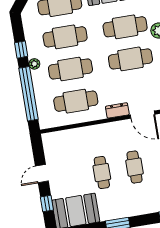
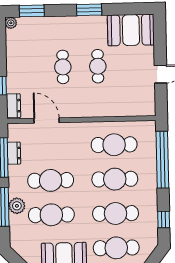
window: (21, 50) -> (164, 219), moved
plant: (34, 64) -> (152, 190), removed
dresser: (117, 110) -> (72, 129), removed
window: (47, 204) -> (160, 42), removed

